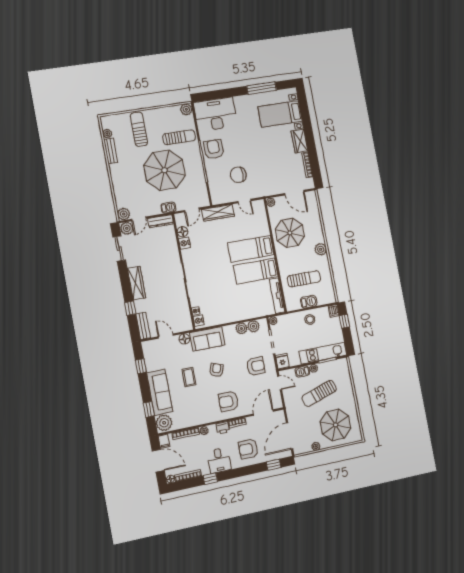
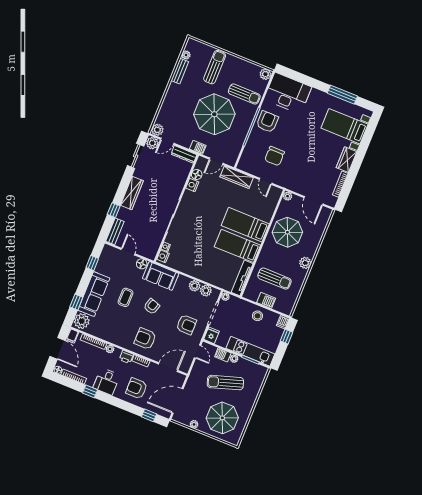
chair: (238, 175) -> (275, 156), turned -90

